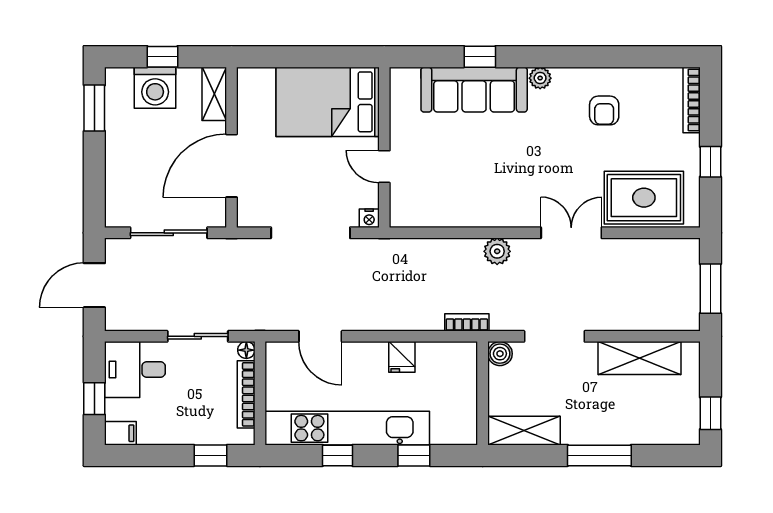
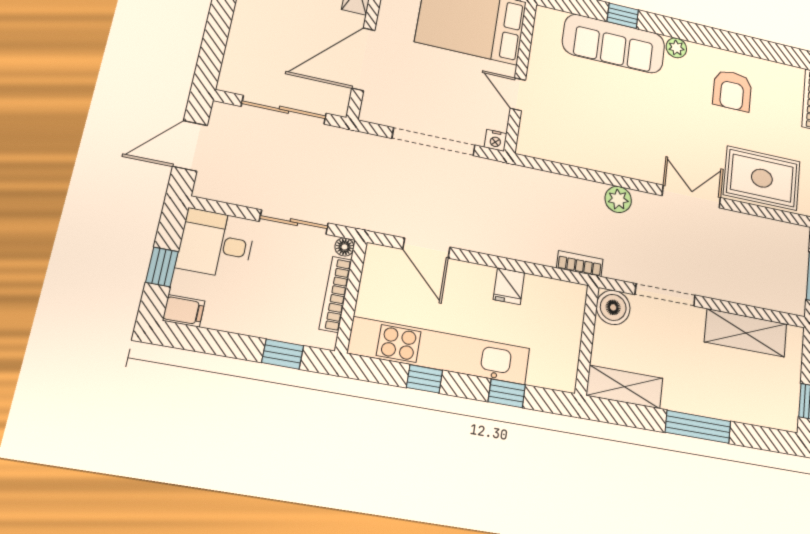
armchair: (604, 110) -> (732, 90), width x1.38, depth x1.38
boiler: (500, 354) -> (613, 307), width x1.36, depth x1.36

